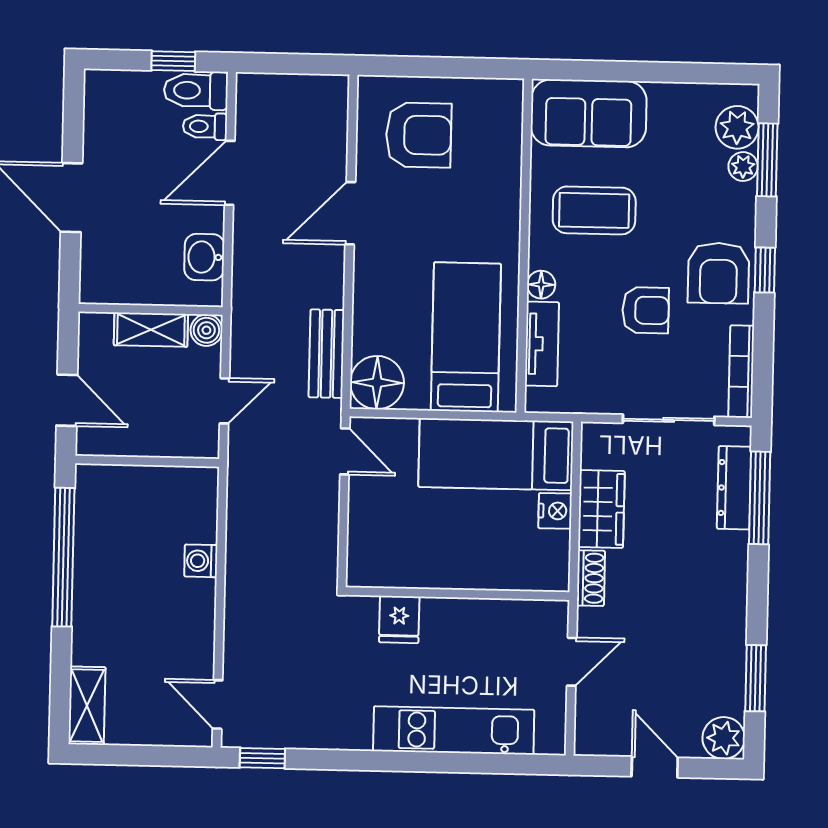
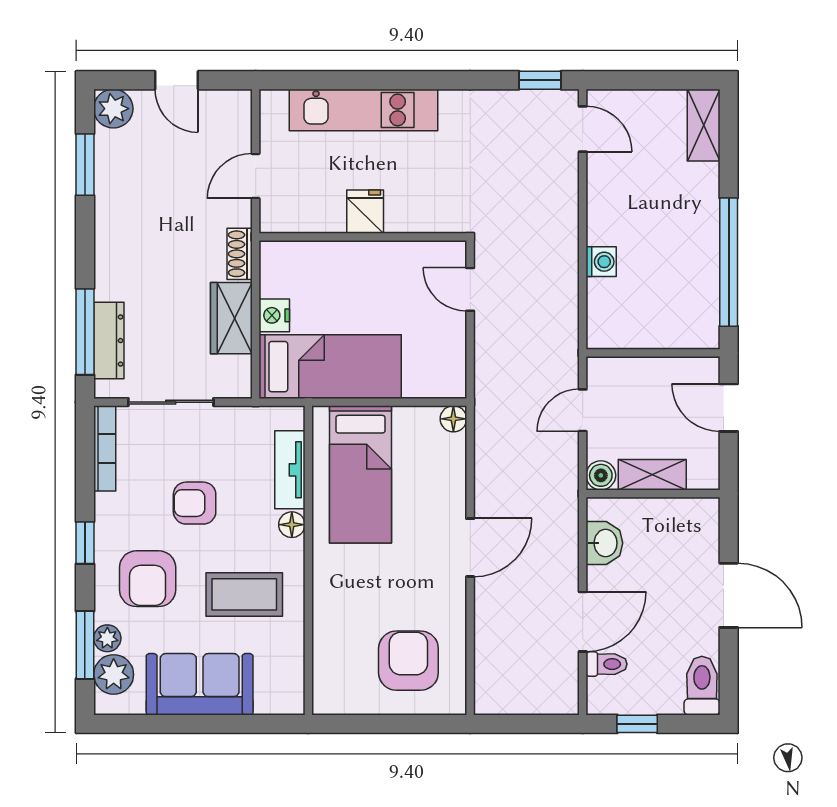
toilet: (196, 90) -> (702, 686), moved, turned -90
sofa: (589, 113) -> (200, 684), moved
armchair: (419, 135) -> (408, 661), turned 90
door: (350, 213) -> (470, 548), moved
armchair: (718, 273) -> (148, 579), moved, turned 180
bench: (326, 354) -> (489, 456), removed
floor lamp: (377, 383) -> (453, 419), width x0.53, depth x0.53
door: (345, 451) -> (470, 289), moved
fridge: (399, 619) -> (365, 212), moved

